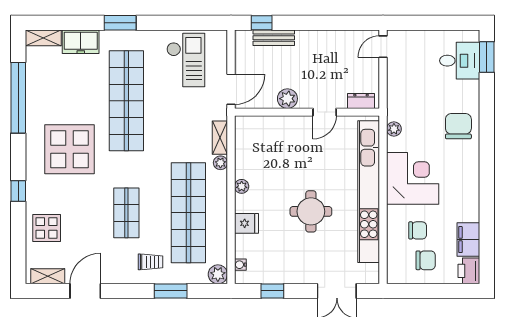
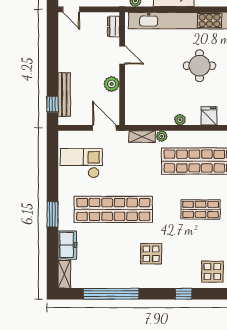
bench: (274, 38) -> (64, 95), width x1.36
display table: (70, 149) -> (151, 254), width x0.54, depth x0.54

